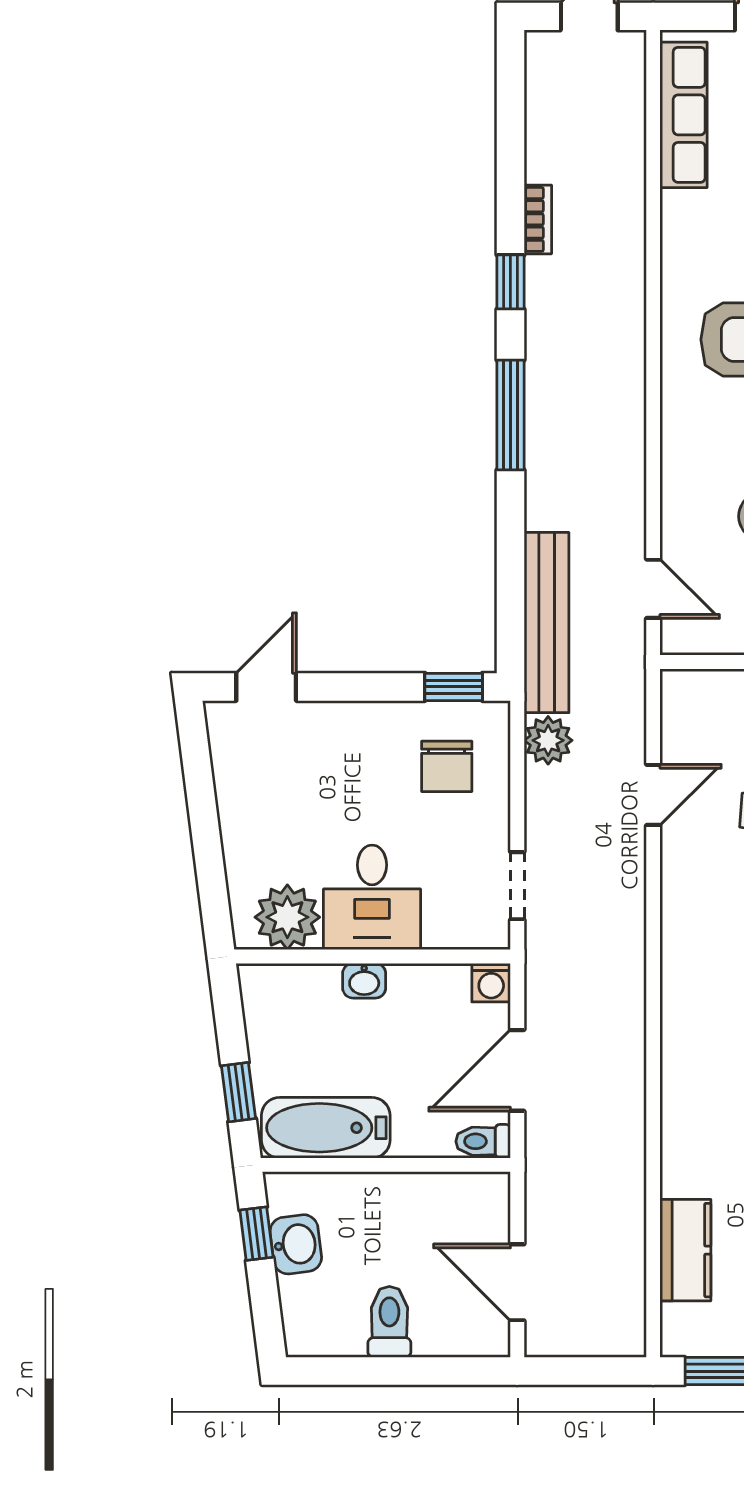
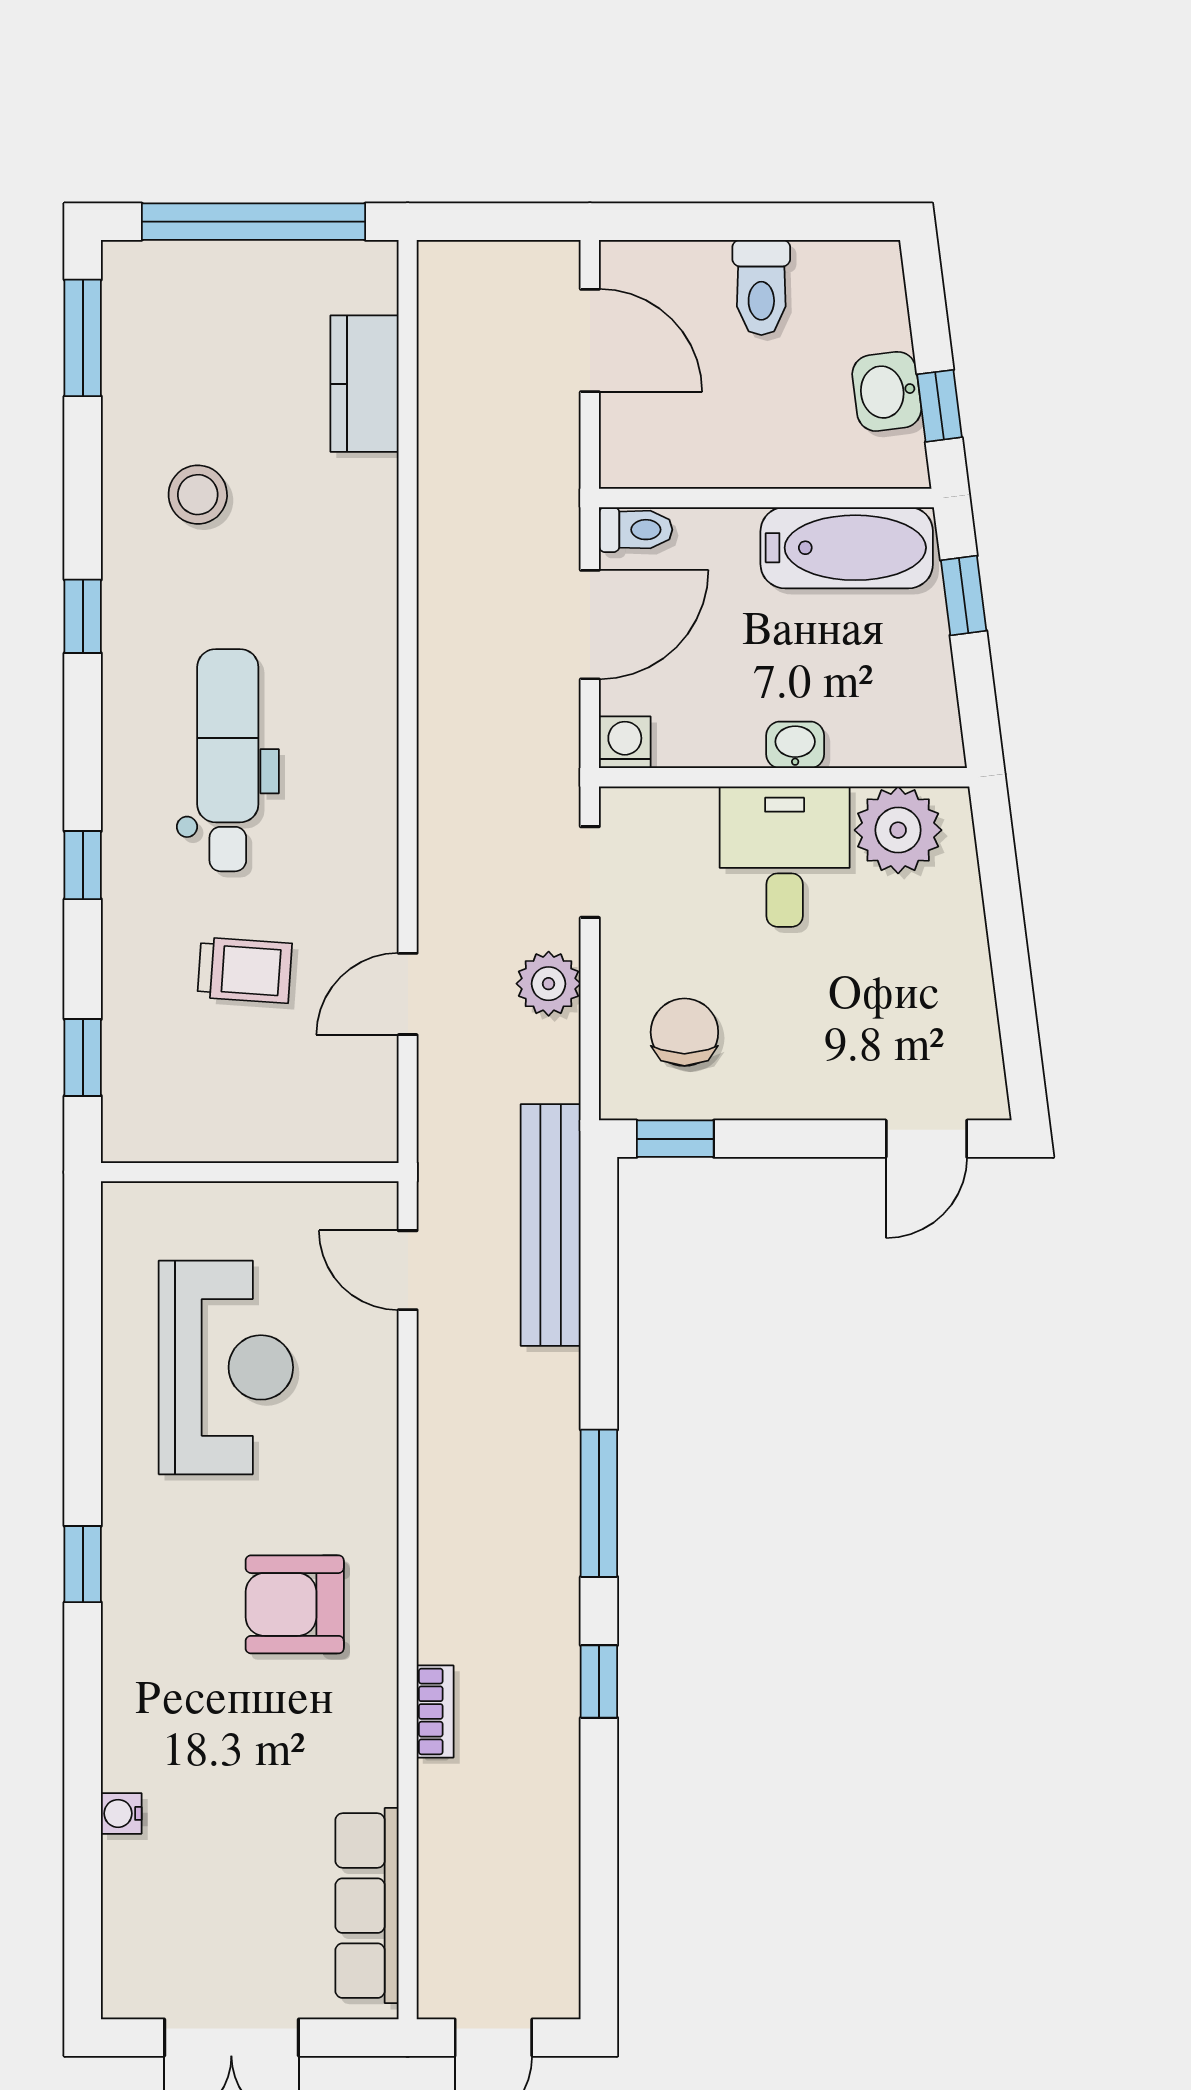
bookcase: (538, 219) -> (435, 1711), moved, turned 180
plant: (548, 740) -> (549, 984), moved

